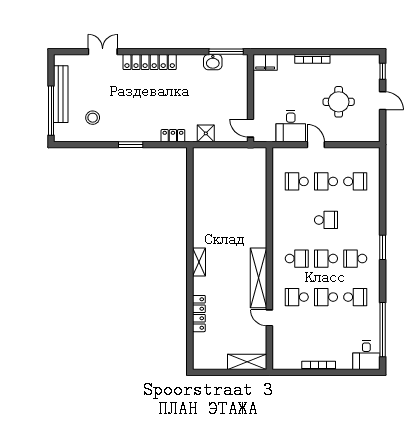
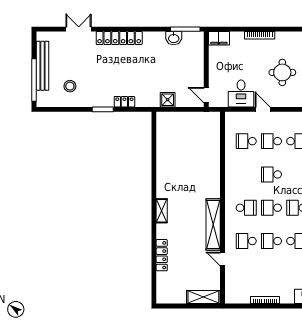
locker: (173, 136) -> (124, 102), moved
school desk: (326, 220) -> (271, 174), turned 180

